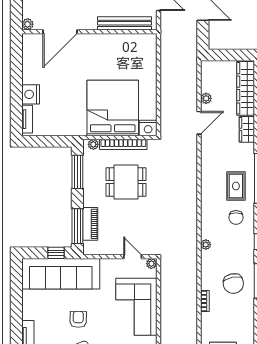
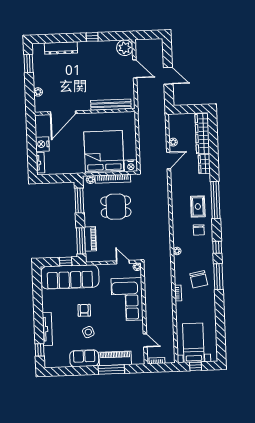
bench: (125, 23) -> (111, 105), moved
door: (60, 32) -> (63, 113), moved
wall: (89, 32) -> (85, 112), moved

